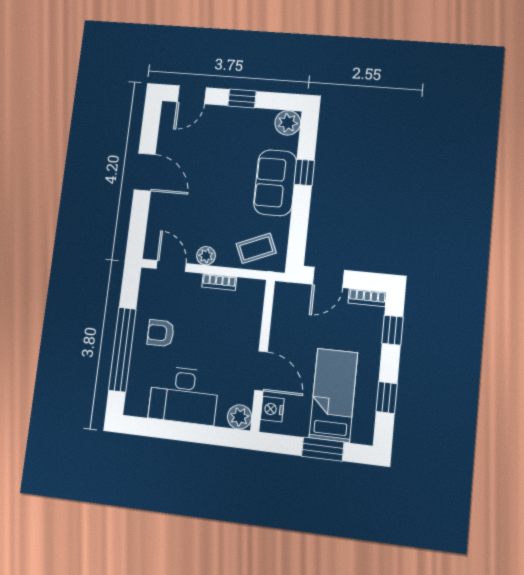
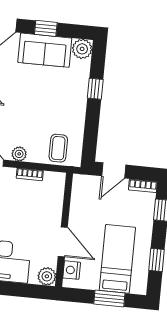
sofa: (275, 183) -> (45, 50), moved, turned -90
coffee table: (256, 248) -> (58, 148), turned -67

